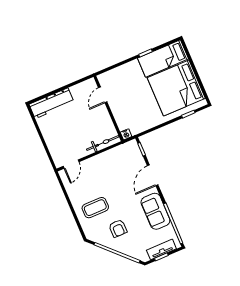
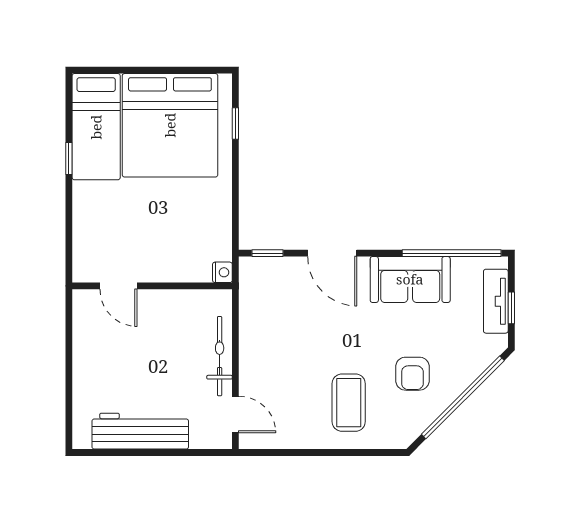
workbench: (52, 103) -> (140, 431), moved, turned -90
bicycle: (103, 143) -> (220, 356), moved
armchair: (118, 228) -> (412, 374), turned 90

